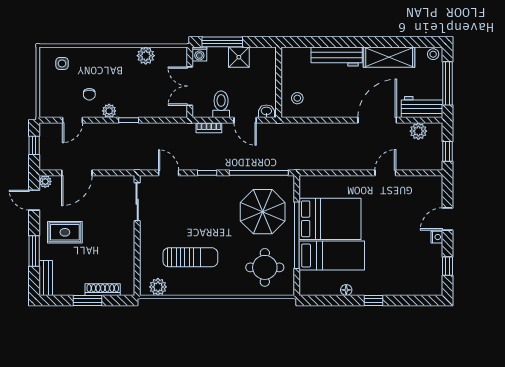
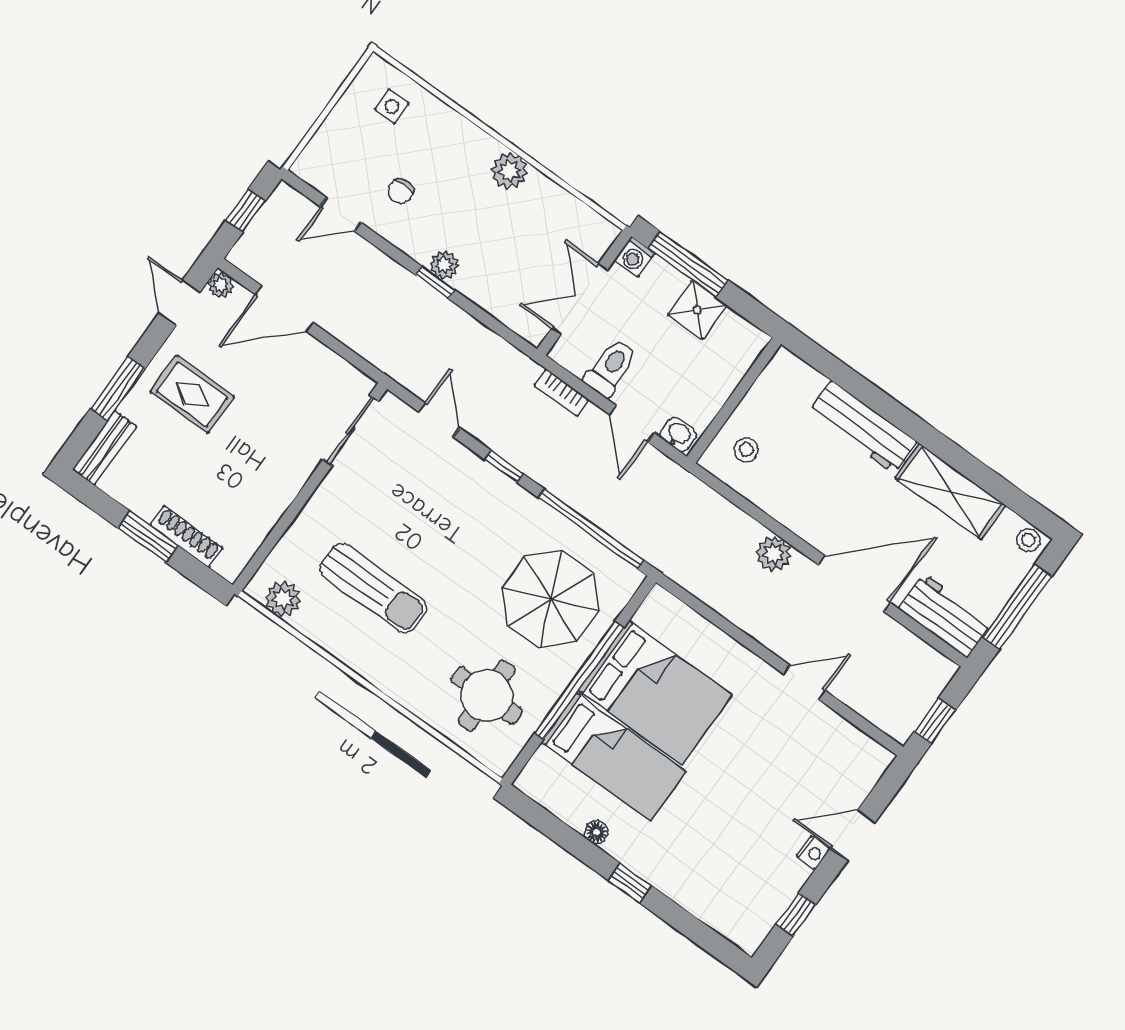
plant: (146, 56) -> (509, 171), moved
plant: (109, 111) -> (444, 265), moved
plant: (418, 131) -> (774, 554), moved

